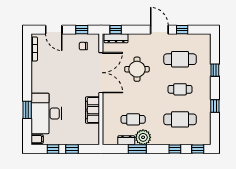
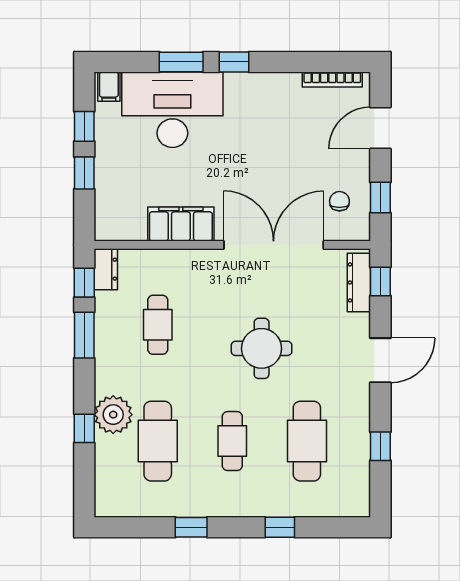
door: (159, 30) -> (380, 360), moved
round table: (137, 69) -> (262, 348), moved
double door: (101, 73) -> (274, 245), swing flipped
window: (27, 89) -> (234, 62), added
plant: (143, 137) -> (113, 415), moved
dresser: (126, 140) -> (106, 269), moved
window: (198, 149) -> (84, 283), moved

